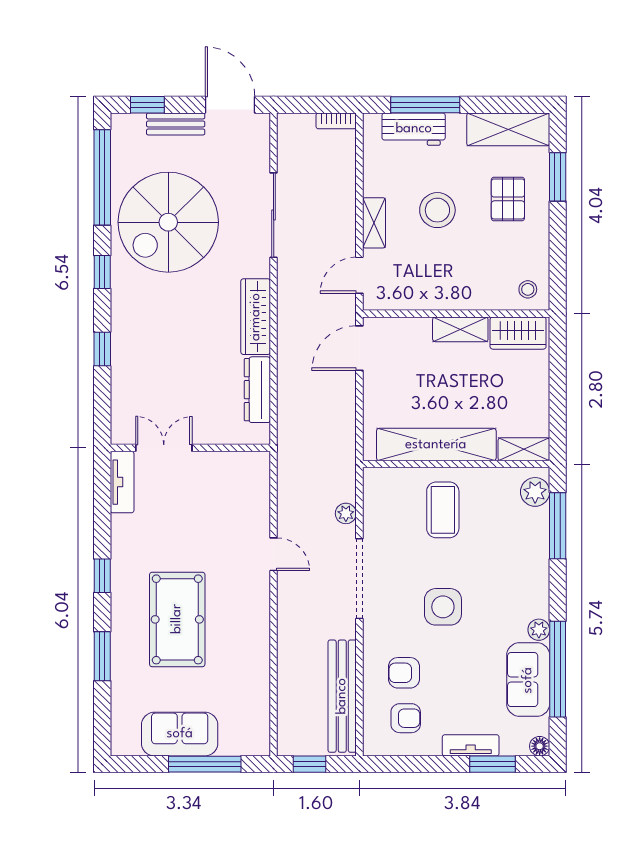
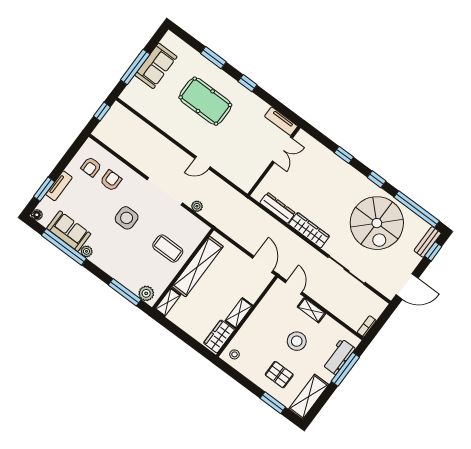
bench: (176, 124) -> (428, 242), moved
spiral stairs: (168, 222) -> (377, 223), turned 180
bench: (342, 696) -> (121, 147), removed

